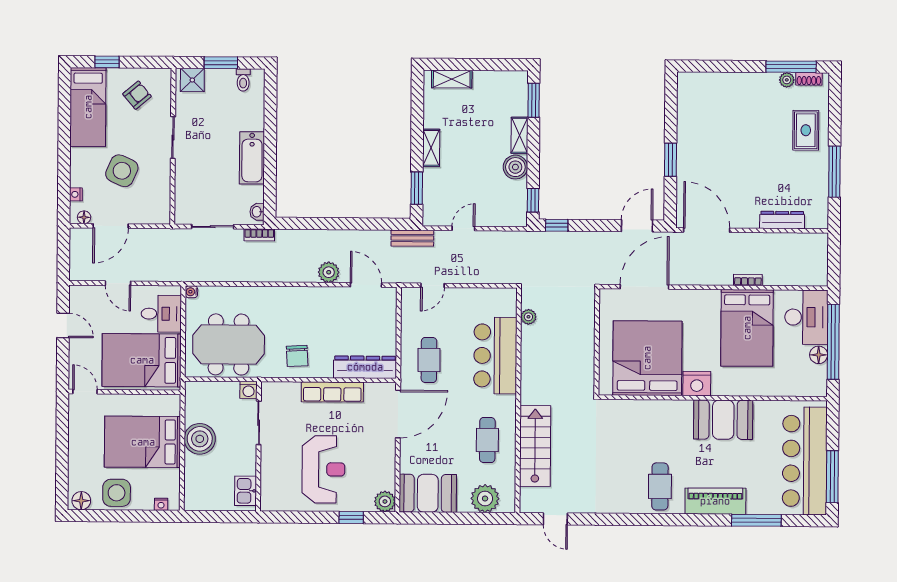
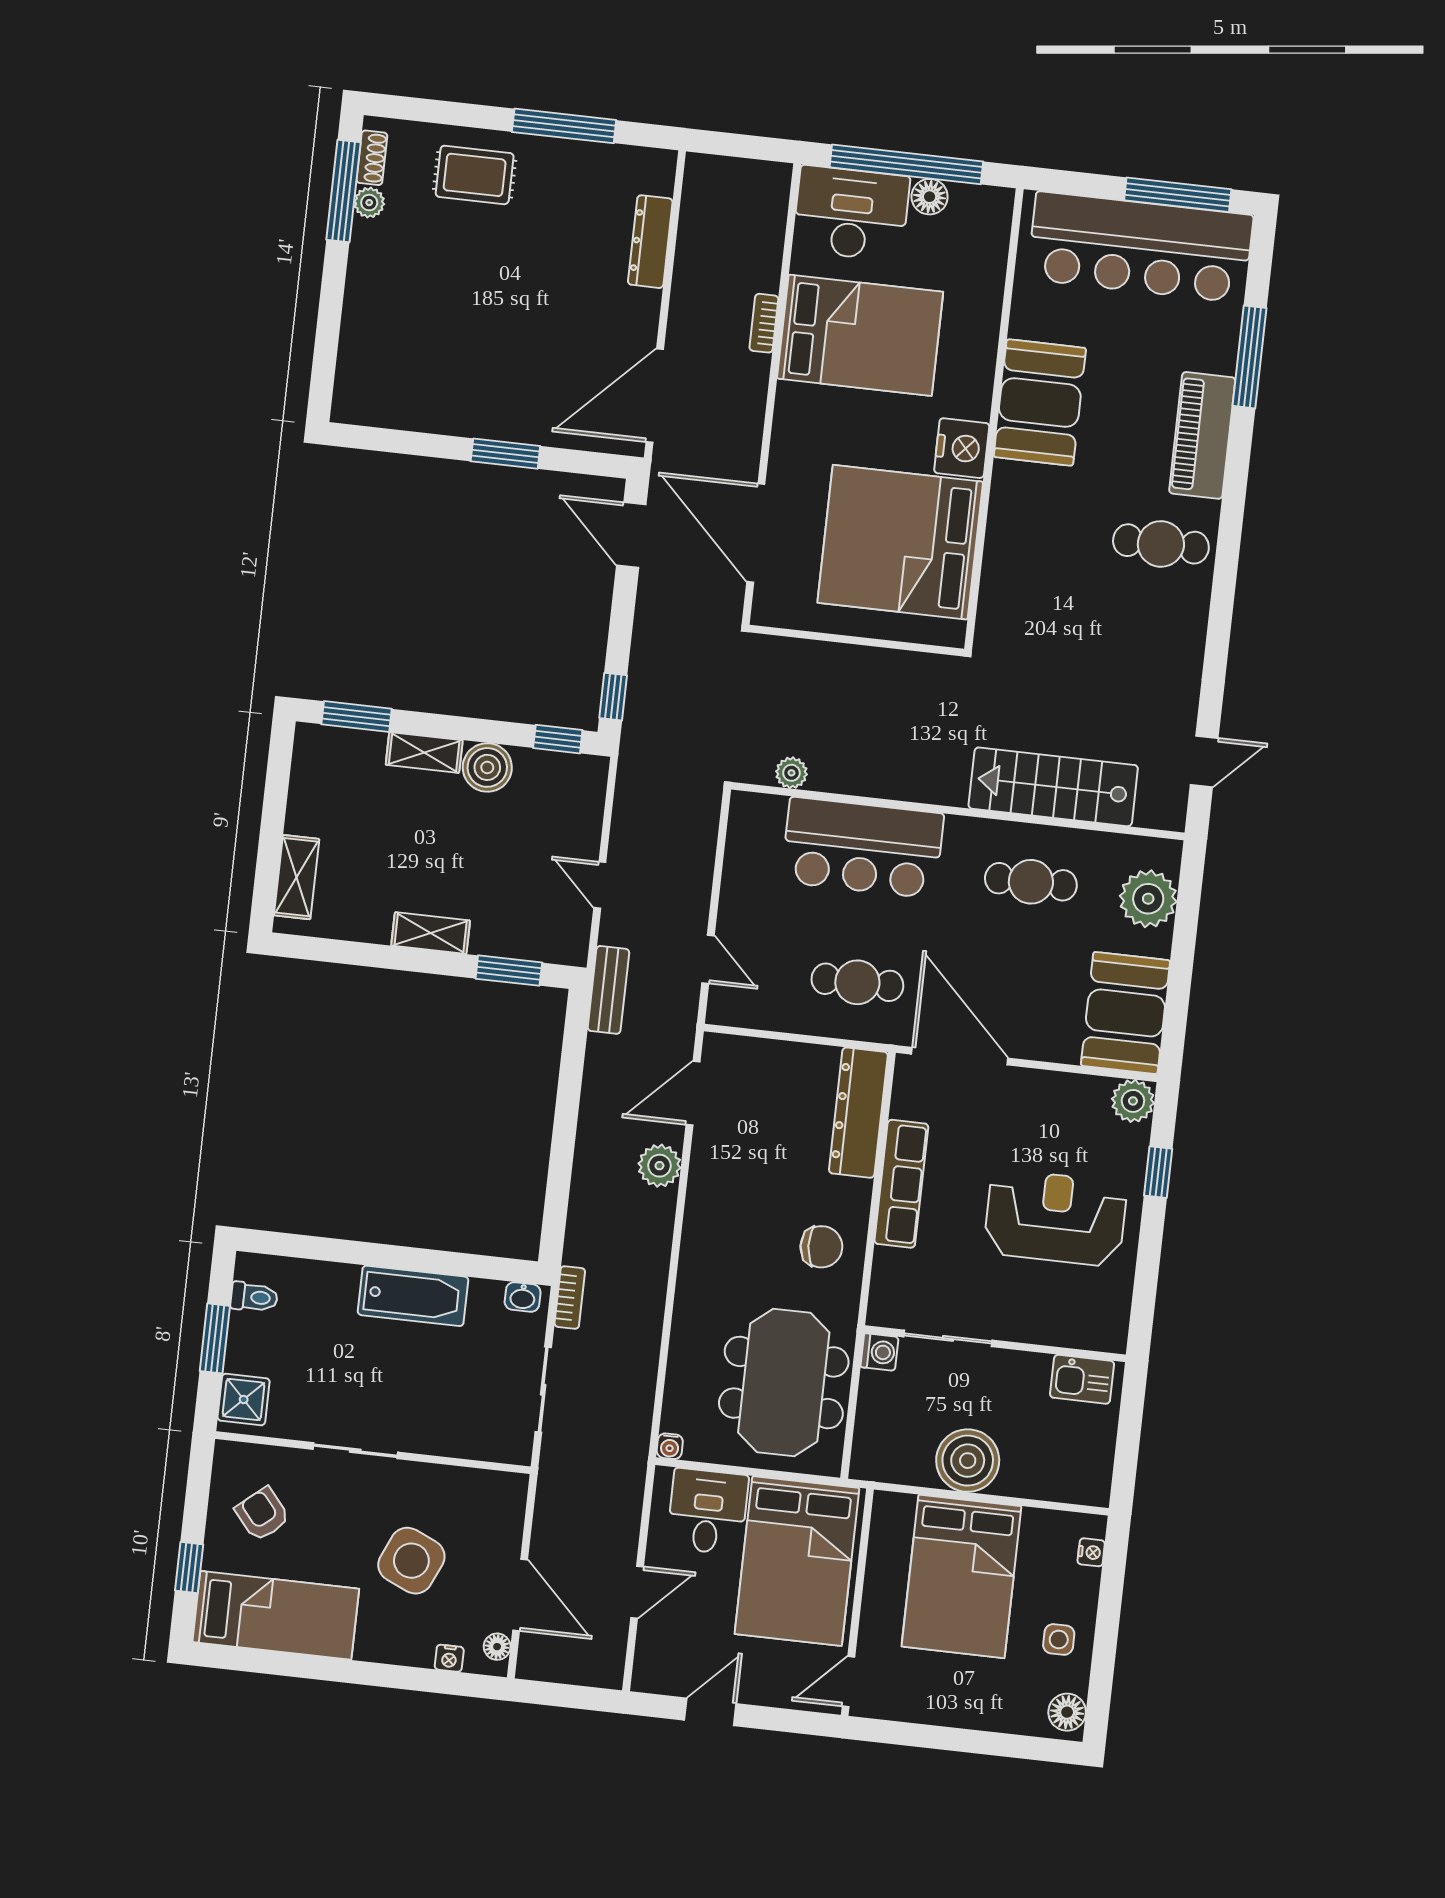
side table: (117, 493) -> (1059, 1639), width x0.54, depth x0.54

